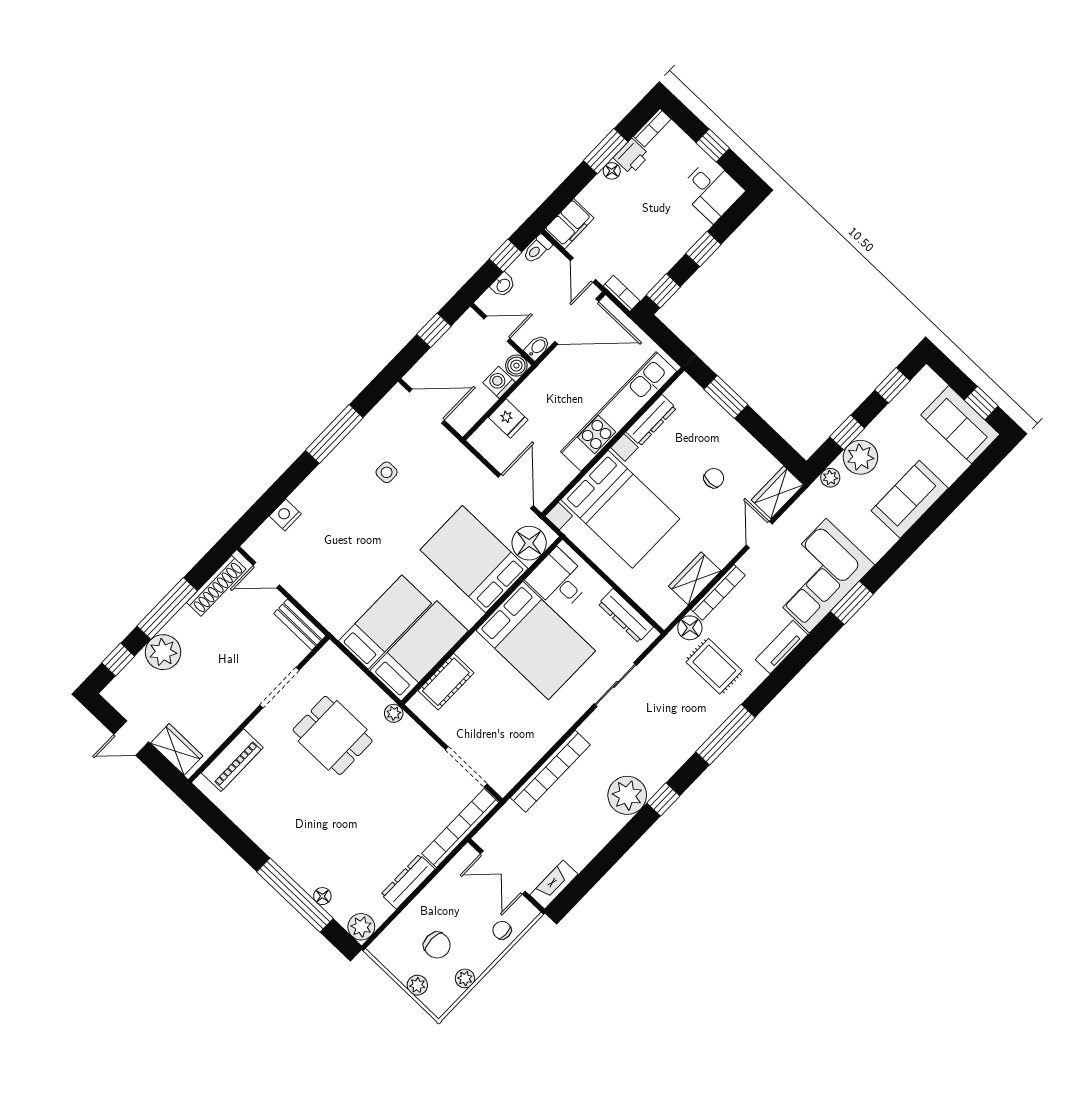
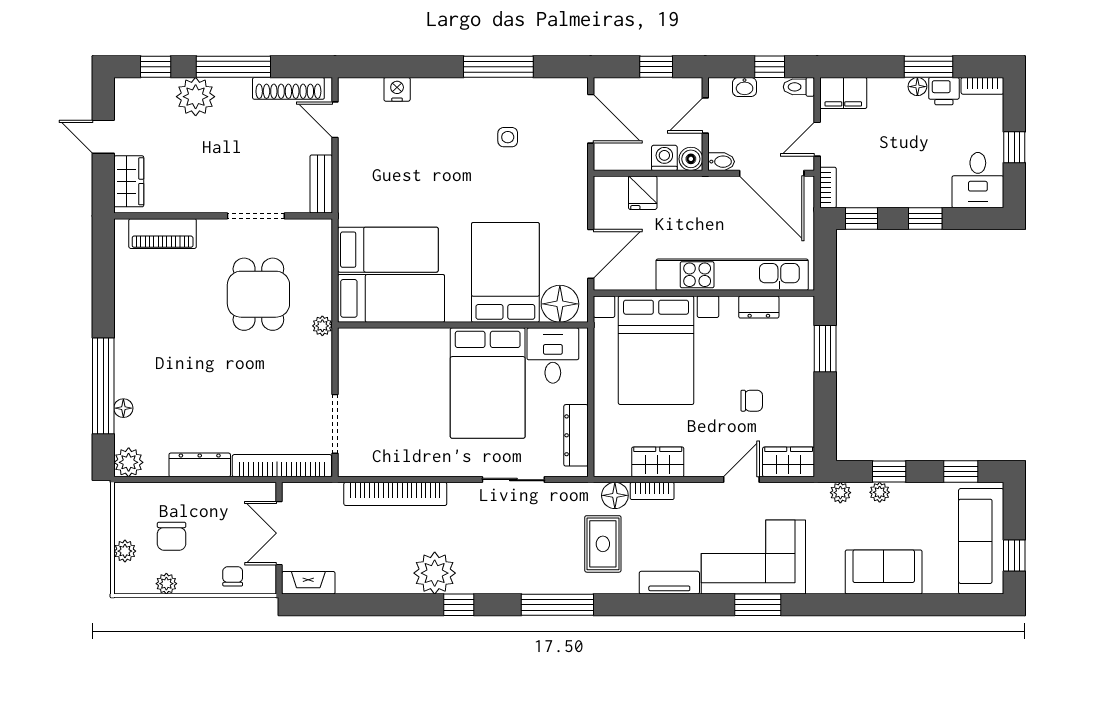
door: (497, 329) -> (705, 116), swing flipped
dresser: (651, 420) -> (759, 307), width x0.70
sofa: (960, 425) -> (981, 541), width x1.36
plant: (860, 457) -> (880, 492), width x0.53, depth x0.53
bookcase: (718, 592) -> (652, 491), width x0.64
cot: (446, 682) -> (387, 343), removed

